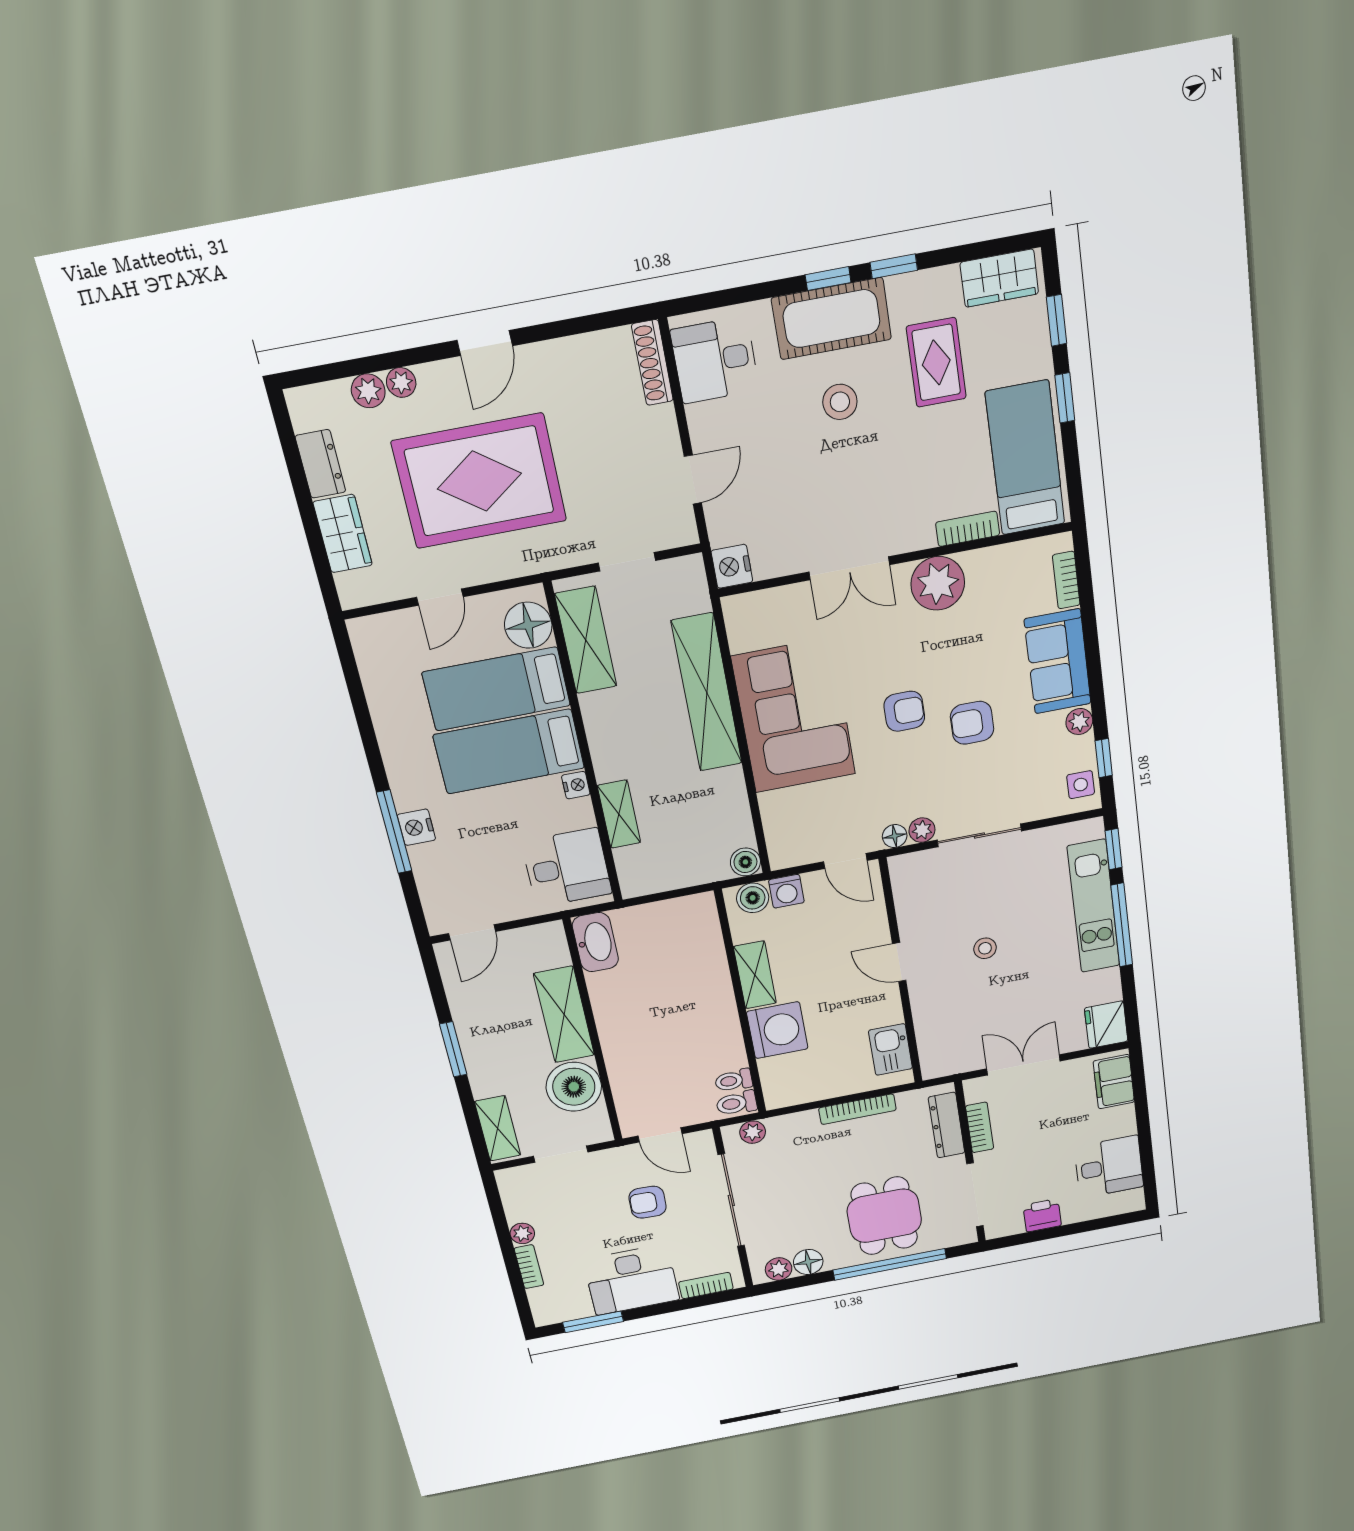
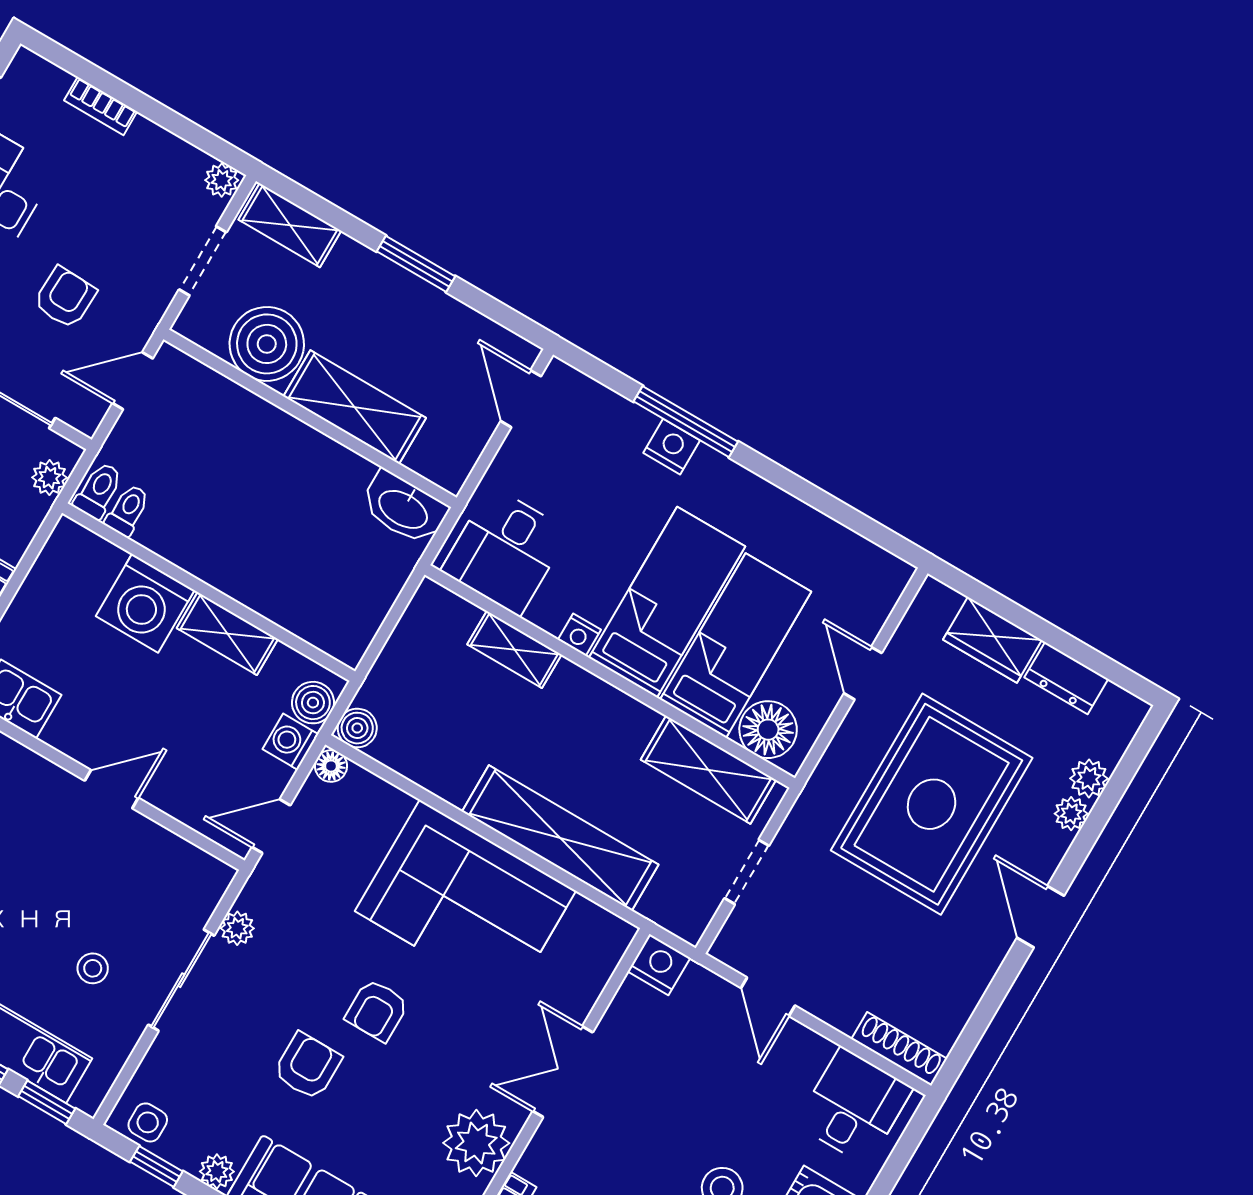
floor lamp: (895, 836) -> (331, 766), moved
stool: (985, 948) -> (93, 968), moved
plant: (522, 1233) -> (222, 180), moved

